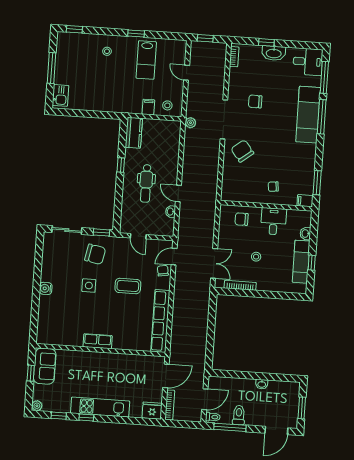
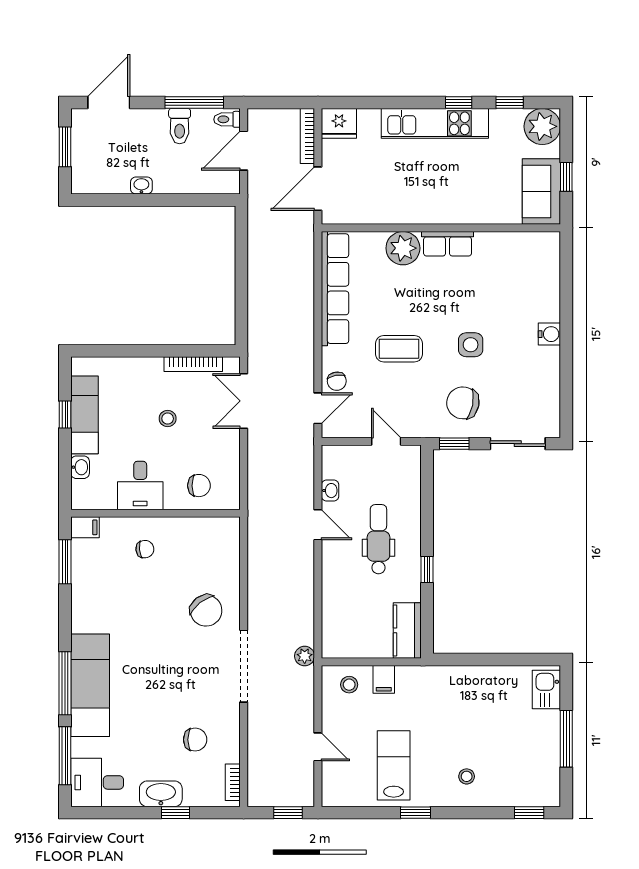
chair: (255, 101) -> (195, 740), moved
plant: (122, 340) -> (403, 248), added
plant: (37, 406) -> (542, 126), width x1.87, depth x1.87

